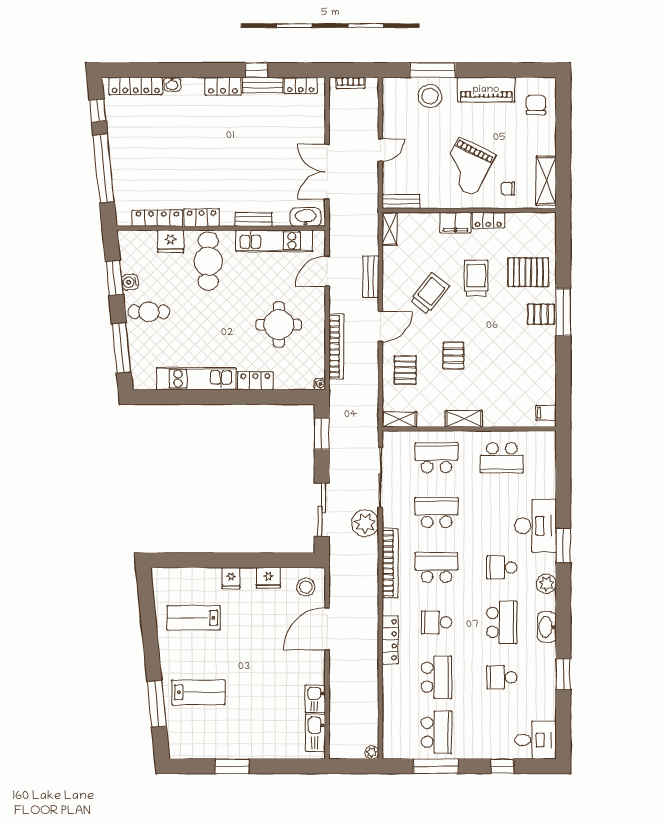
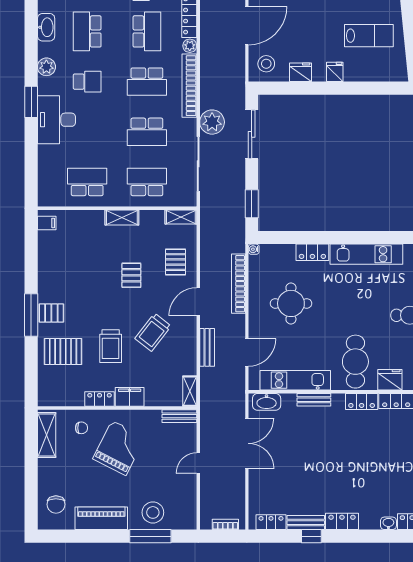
school desk: (436, 458) -> (147, 182), turned 180
plant: (390, 607) -> (190, 46), added
school desk: (436, 622) -> (147, 31), width x1.85

